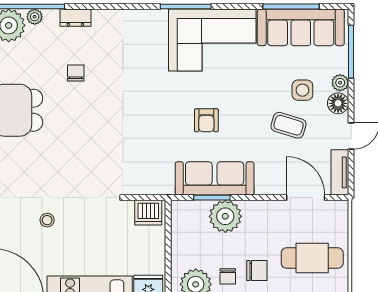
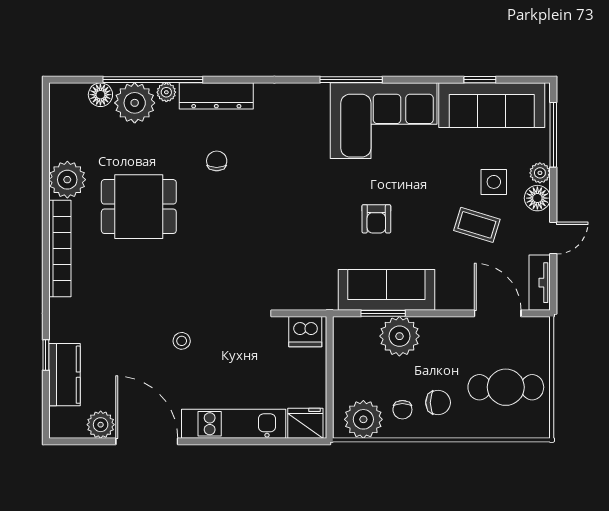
window: (291, 6) -> (480, 80), width x0.46
dresser: (75, 18) -> (216, 96), width x1.96, depth x1.24

